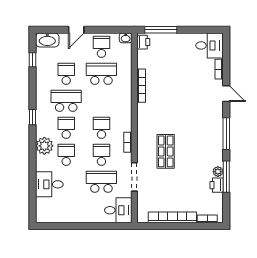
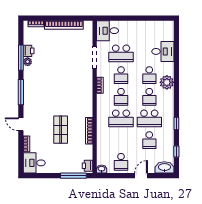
school desk: (101, 74) -> (121, 118), moved
window: (33, 117) -> (176, 123), moved
shop shelf: (166, 151) -> (61, 130), moved

